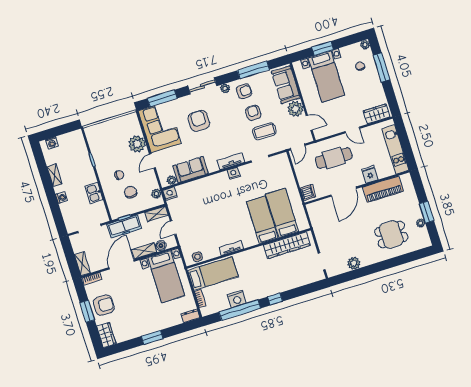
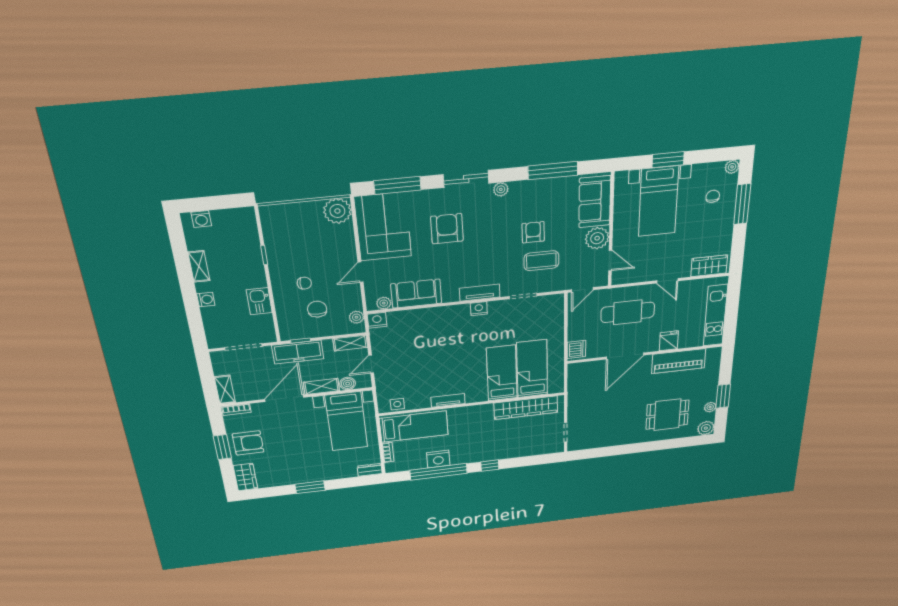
armchair: (244, 91) -> (529, 199), removed
plant: (137, 144) -> (337, 211), moved
plant: (354, 263) -> (706, 428), moved

